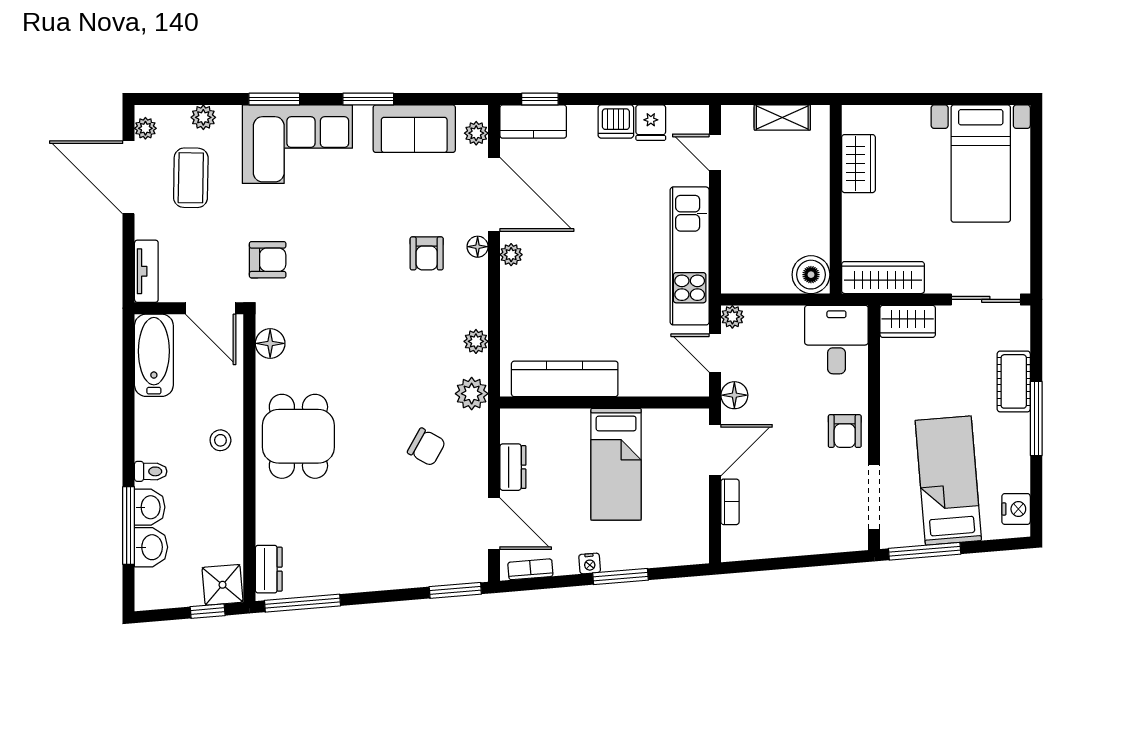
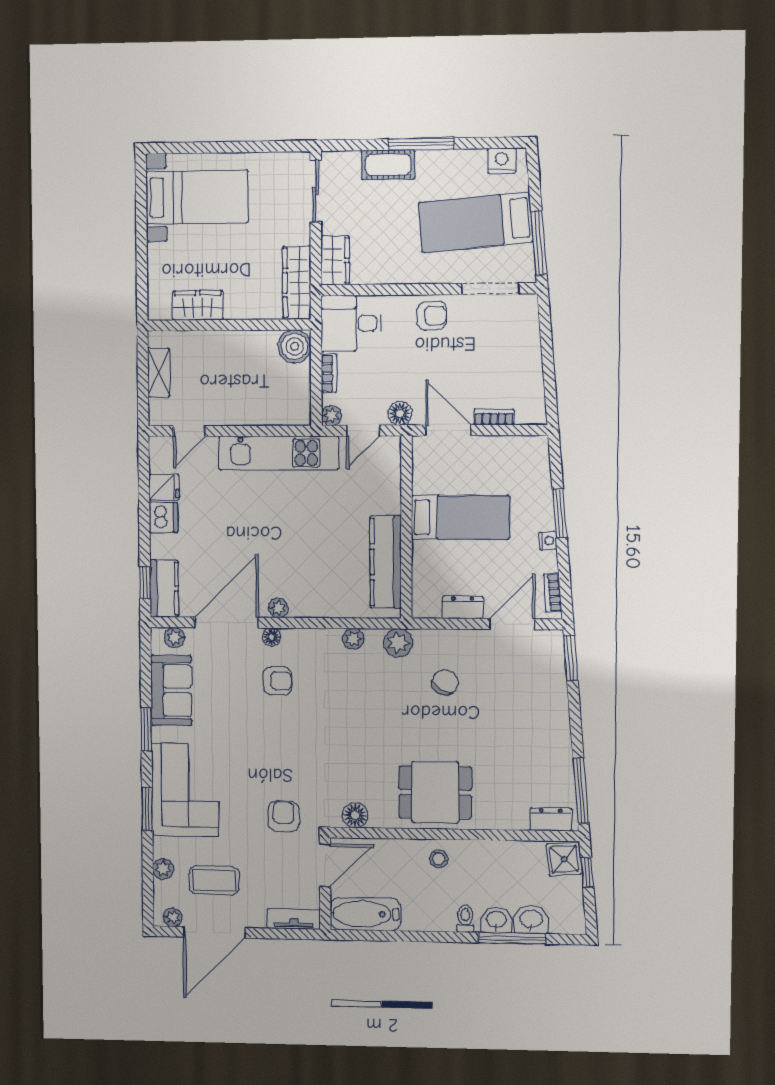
bookcase: (780, 314) -> (329, 373), added

